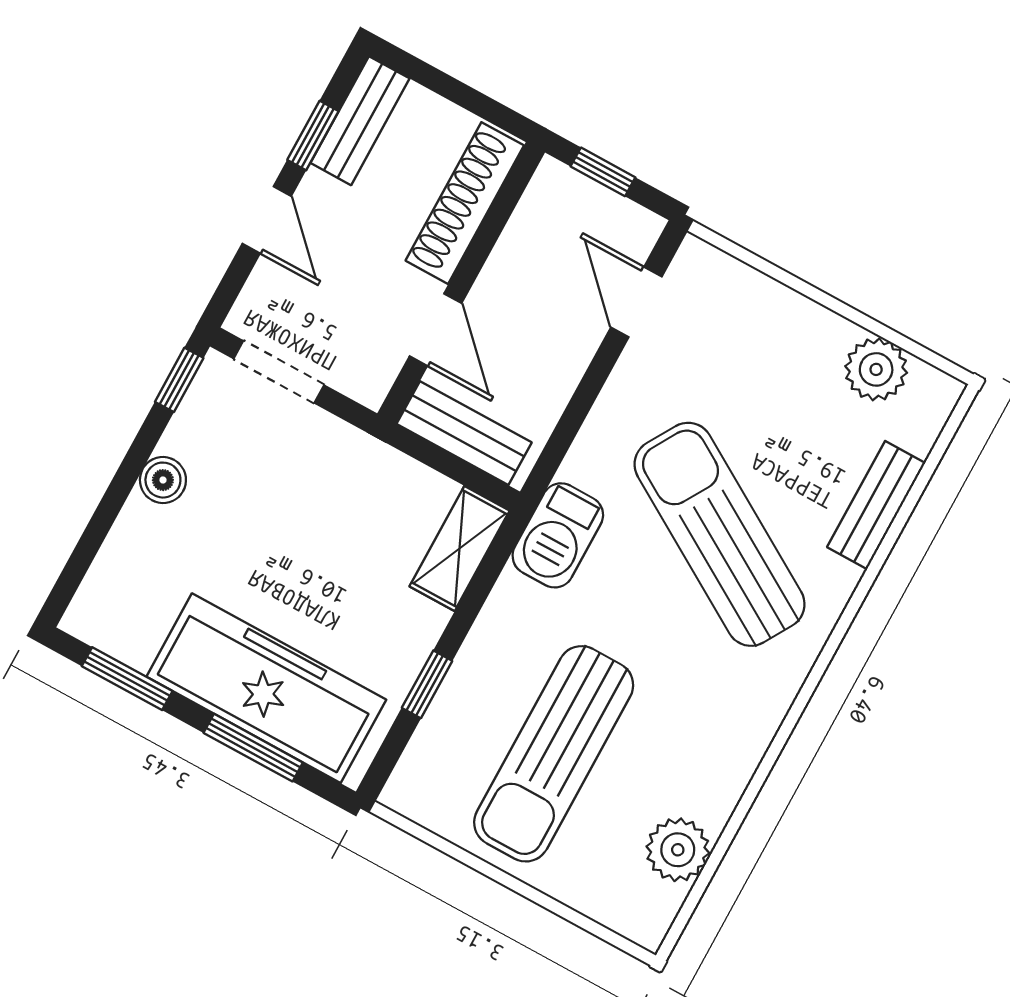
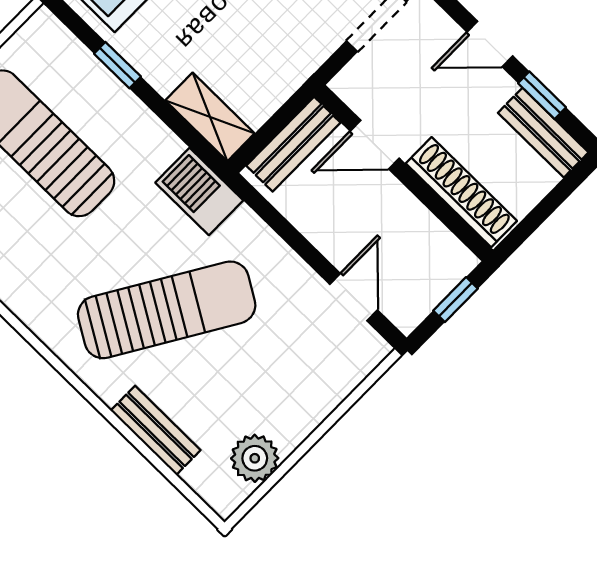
door: (636, 302) -> (354, 297), hinge flipped

